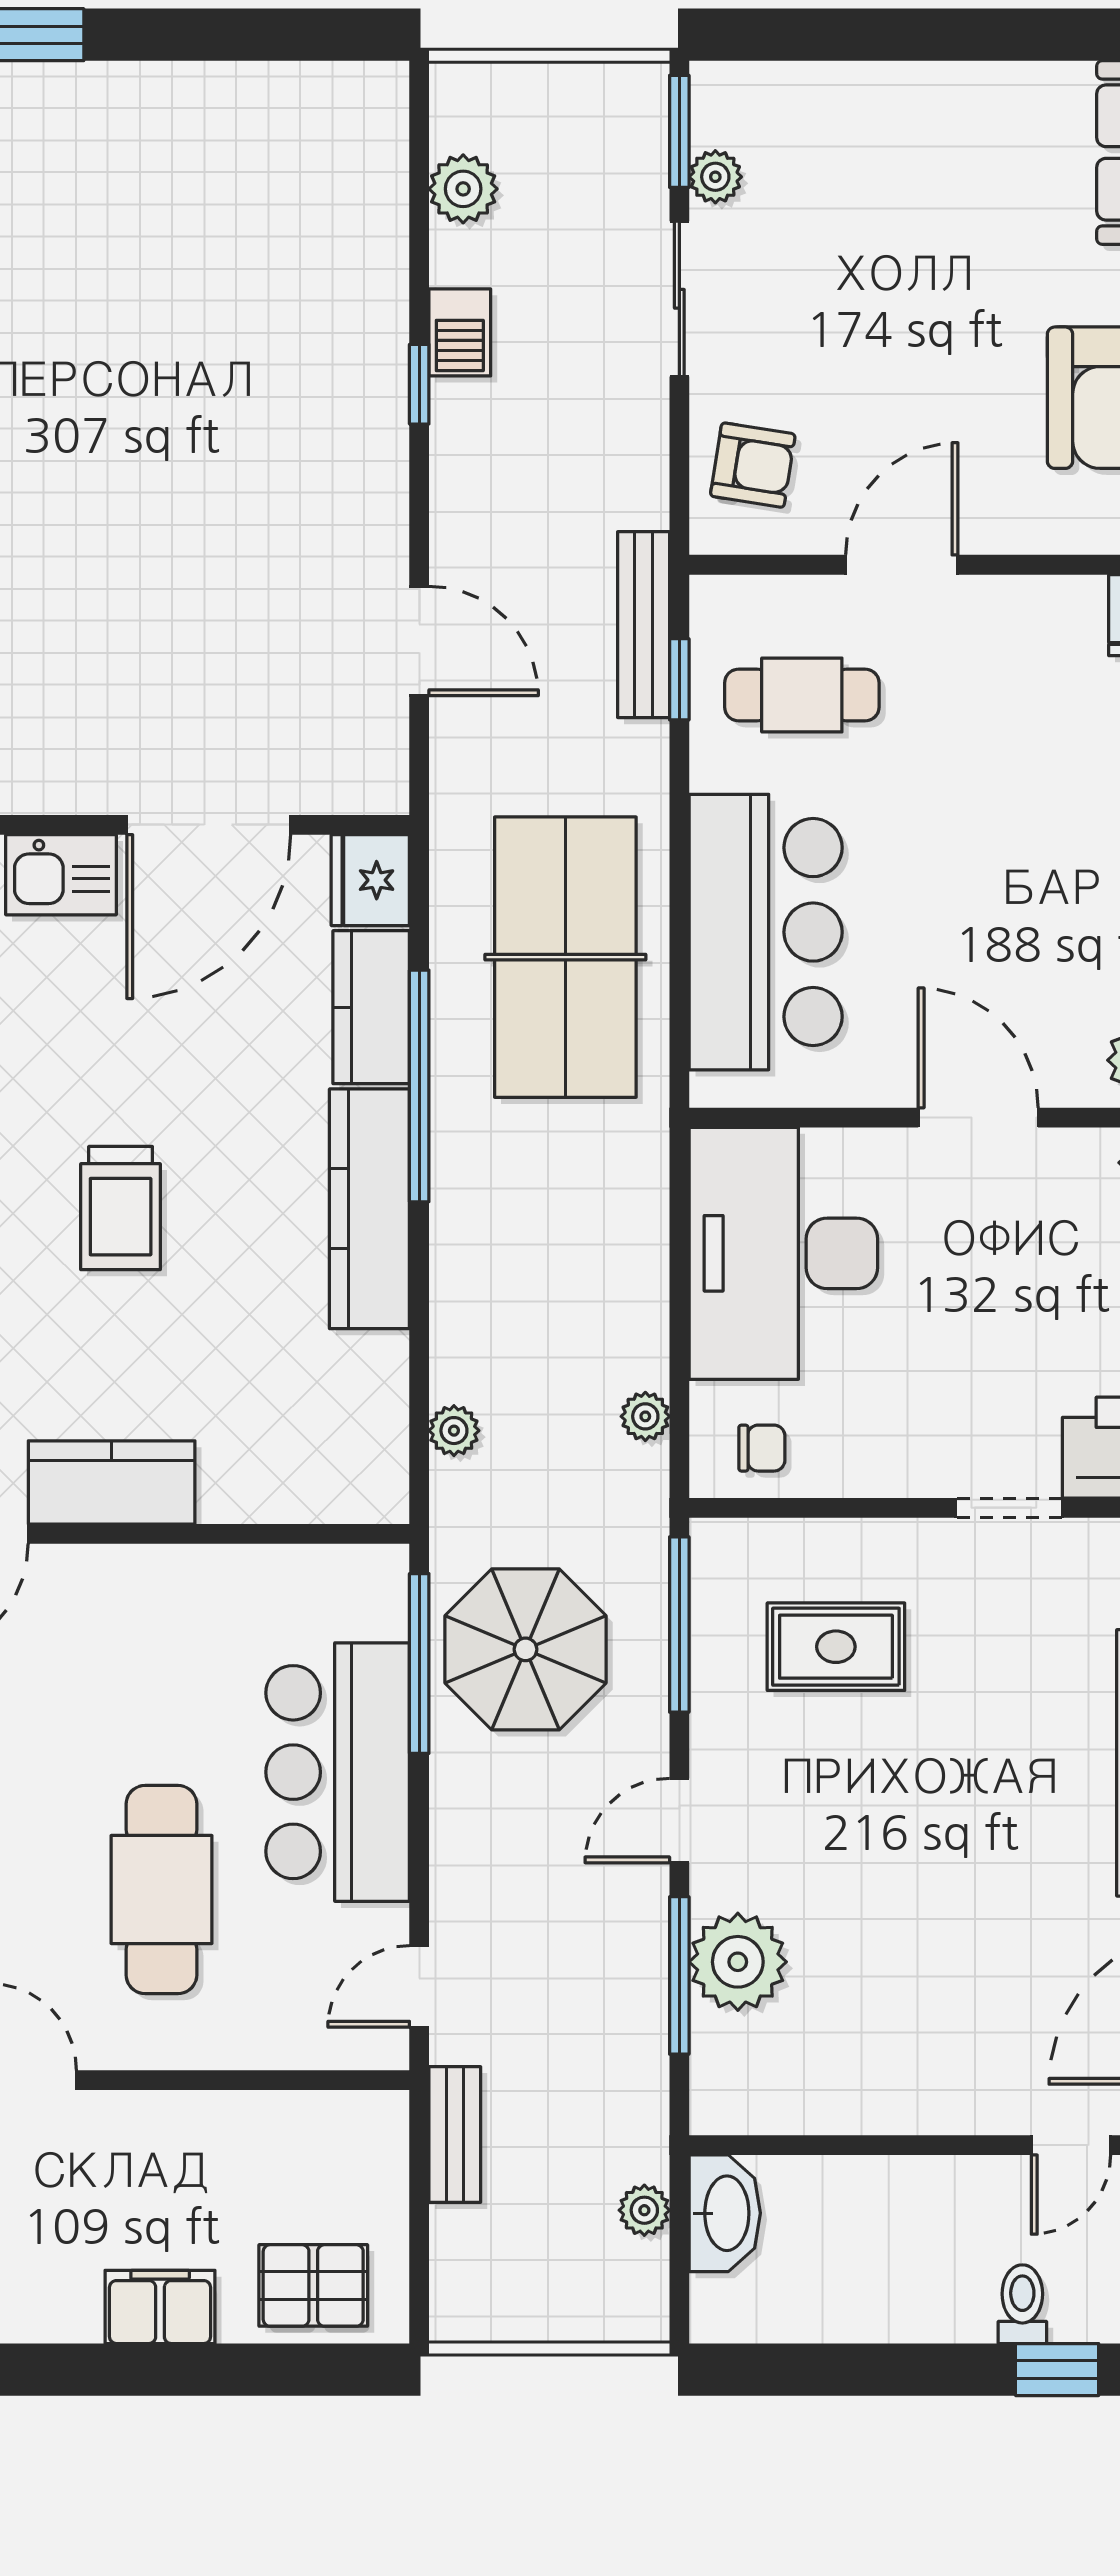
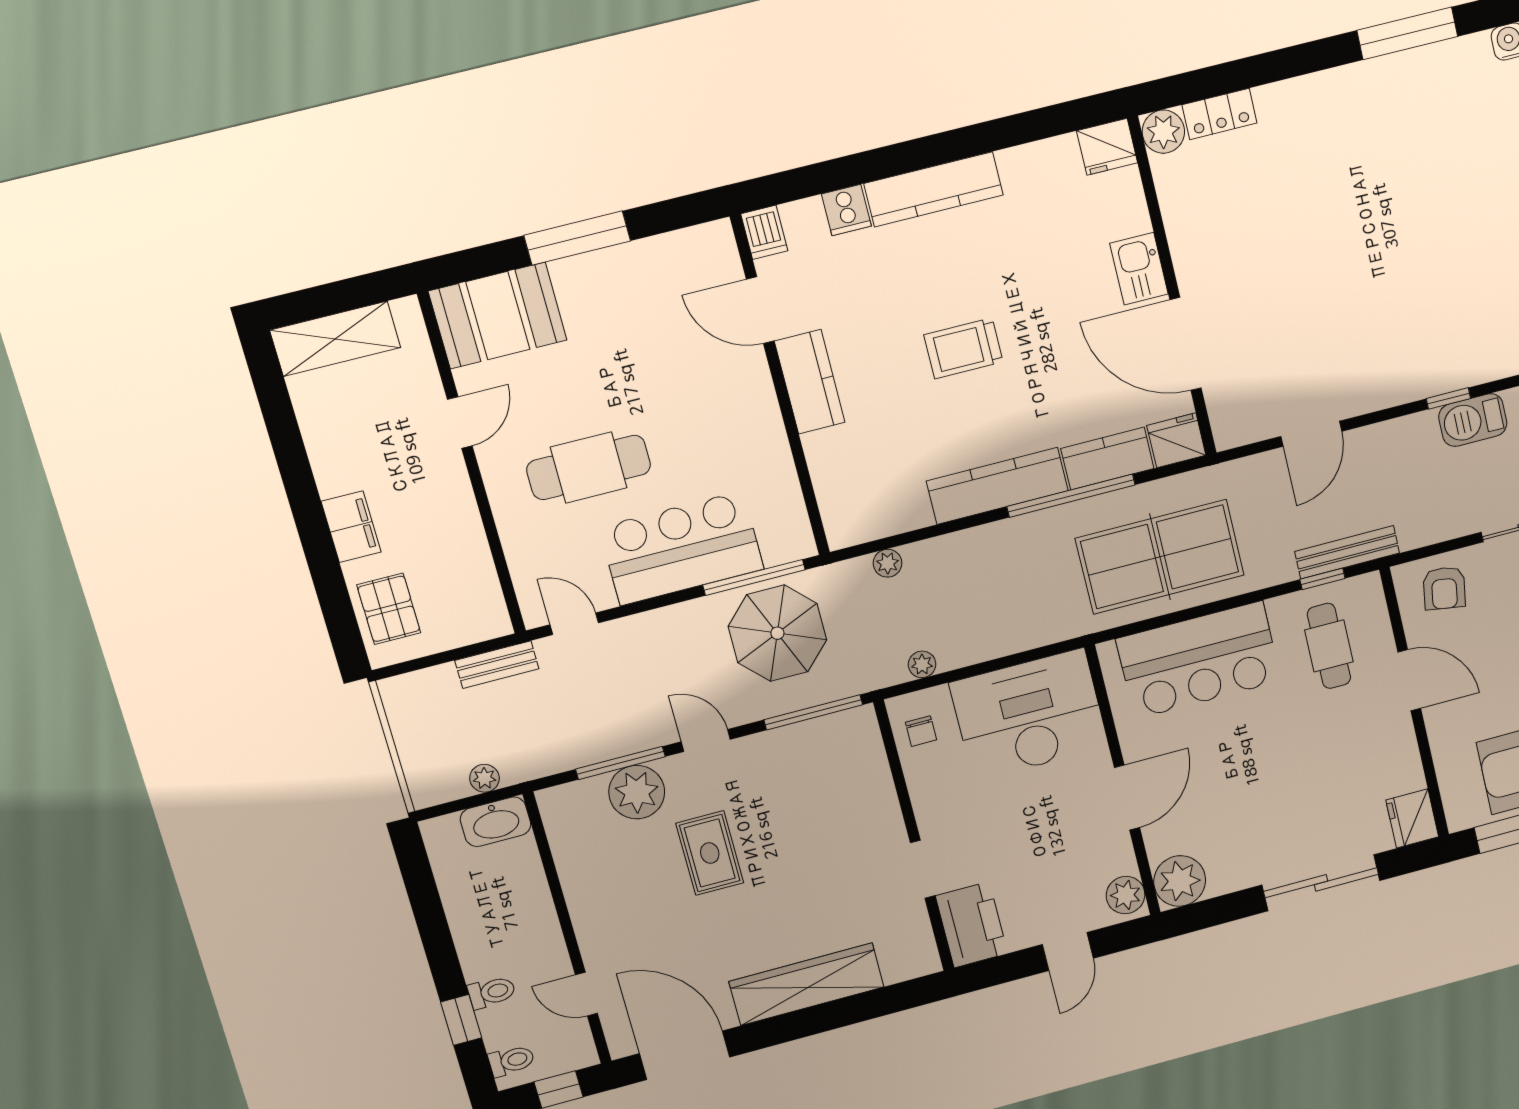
barbecue: (460, 332) -> (1473, 420), width x1.38, depth x1.27
rug: (836, 1647) -> (710, 853), moved

